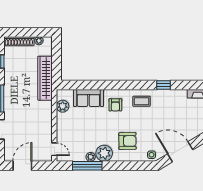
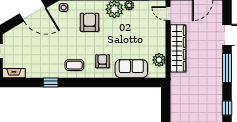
wardrobe: (45, 78) -> (178, 48), moved
armchair: (127, 141) -> (89, 22), turned 91

